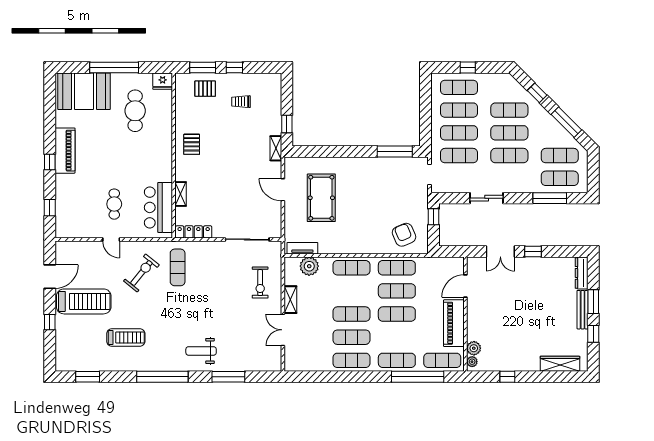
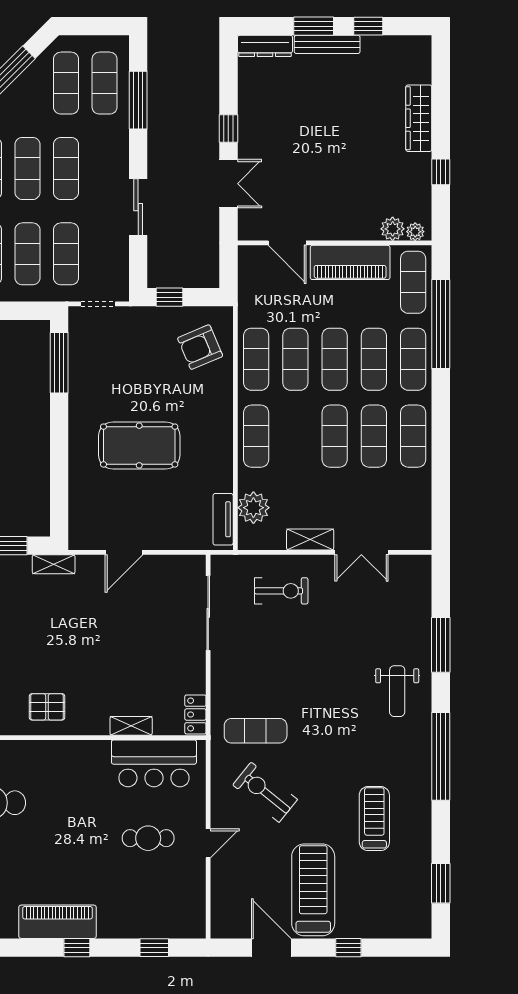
pool table: (321, 198) -> (139, 446), moved
locker: (194, 232) -> (195, 715), width x0.66
exercise mat: (397, 337) -> (374, 359), added
wardrobe: (560, 364) -> (419, 118), moved

